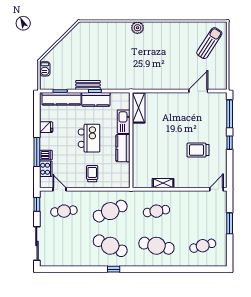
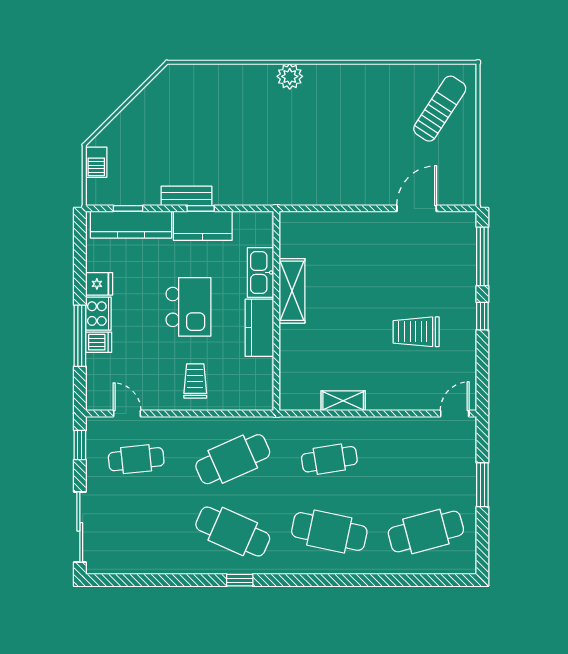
shelving: (139, 108) -> (292, 291), moved
cooker: (46, 169) -> (98, 314), moved
cafe table: (203, 246) -> (426, 531), width x1.37, depth x1.35

